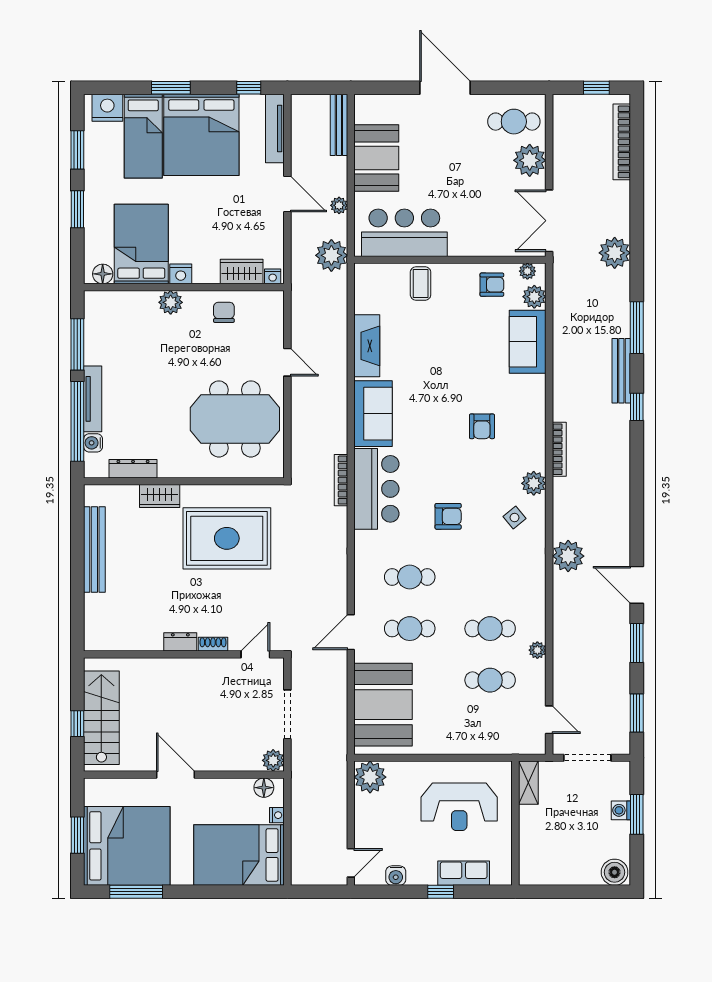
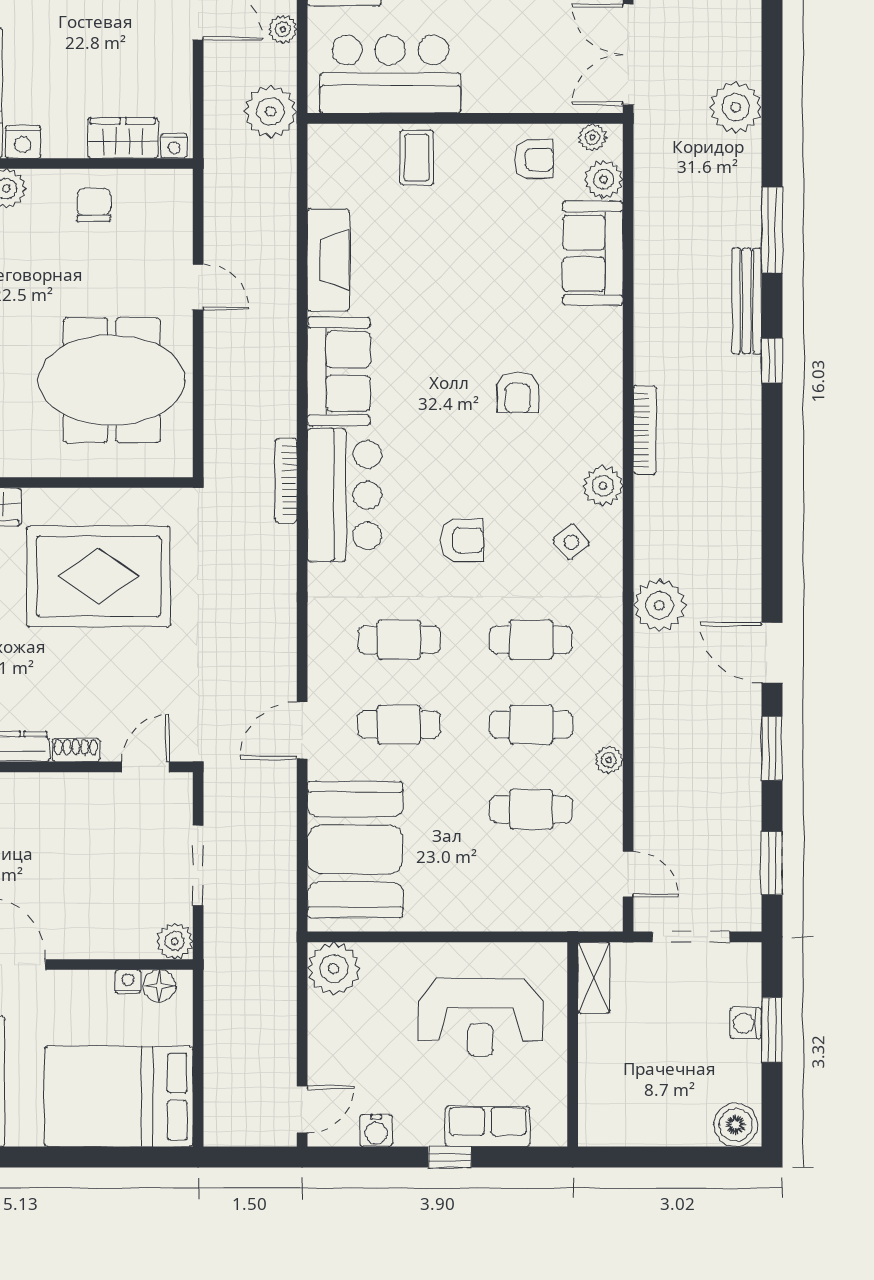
cafe table: (490, 577) -> (531, 640), added
nightstand: (277, 815) -> (128, 982), moved, turned -90

